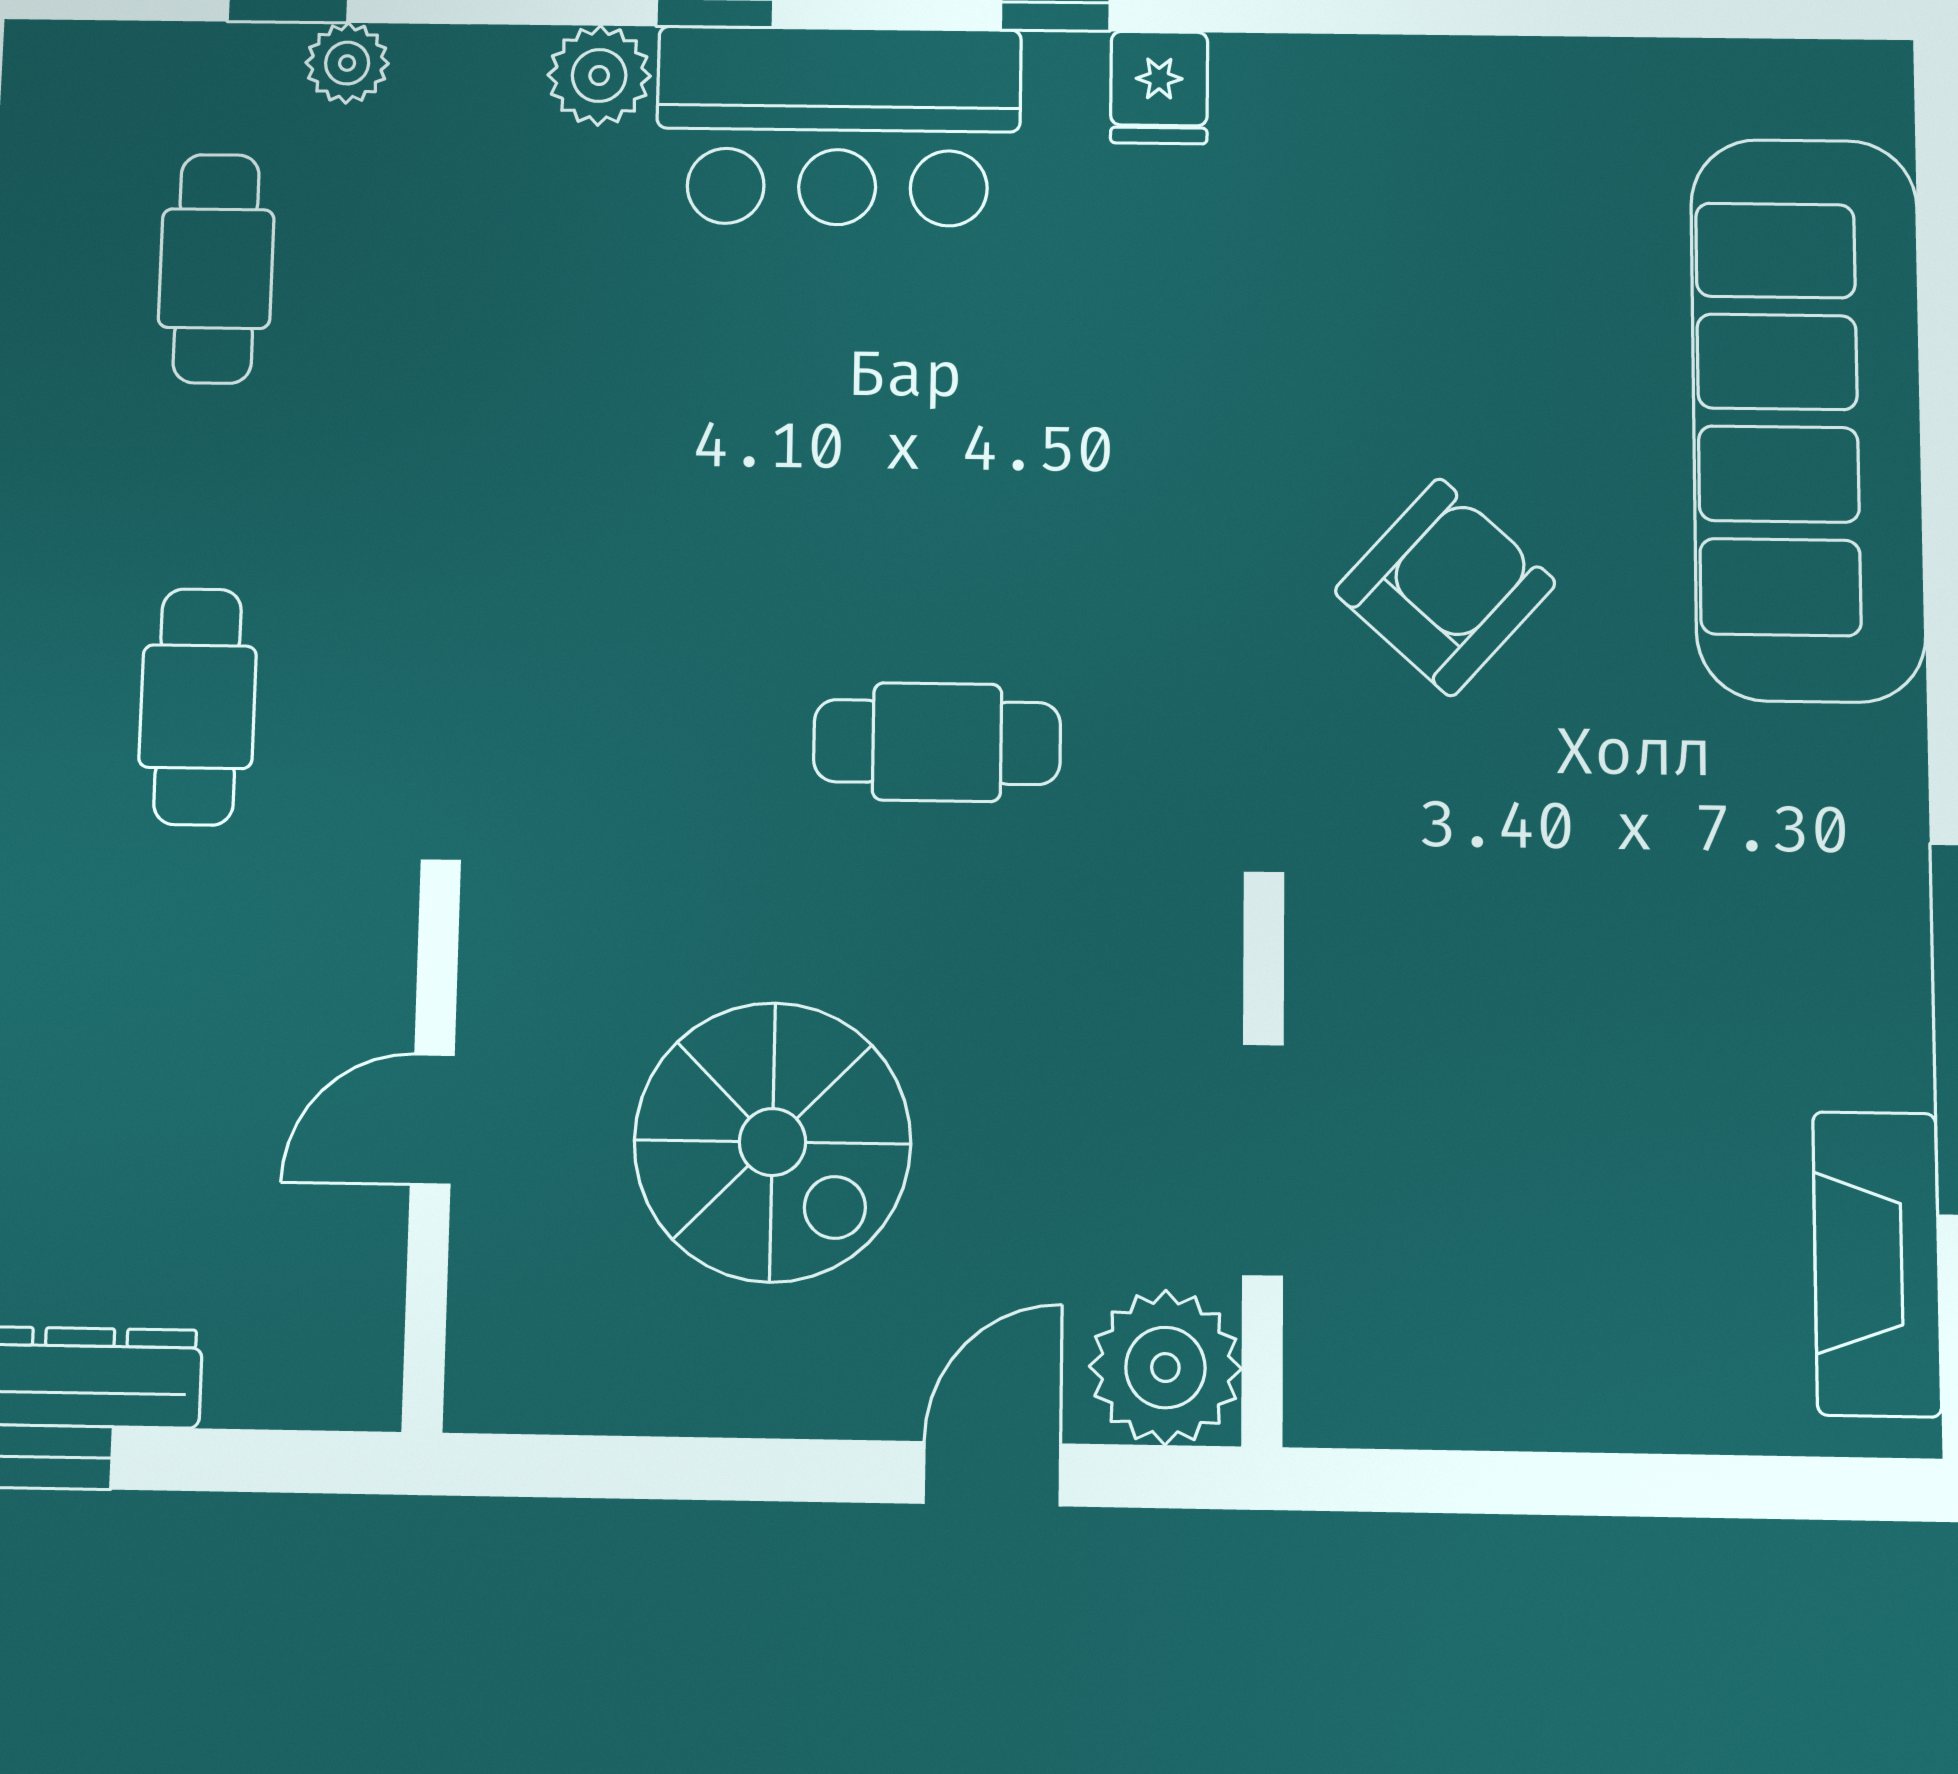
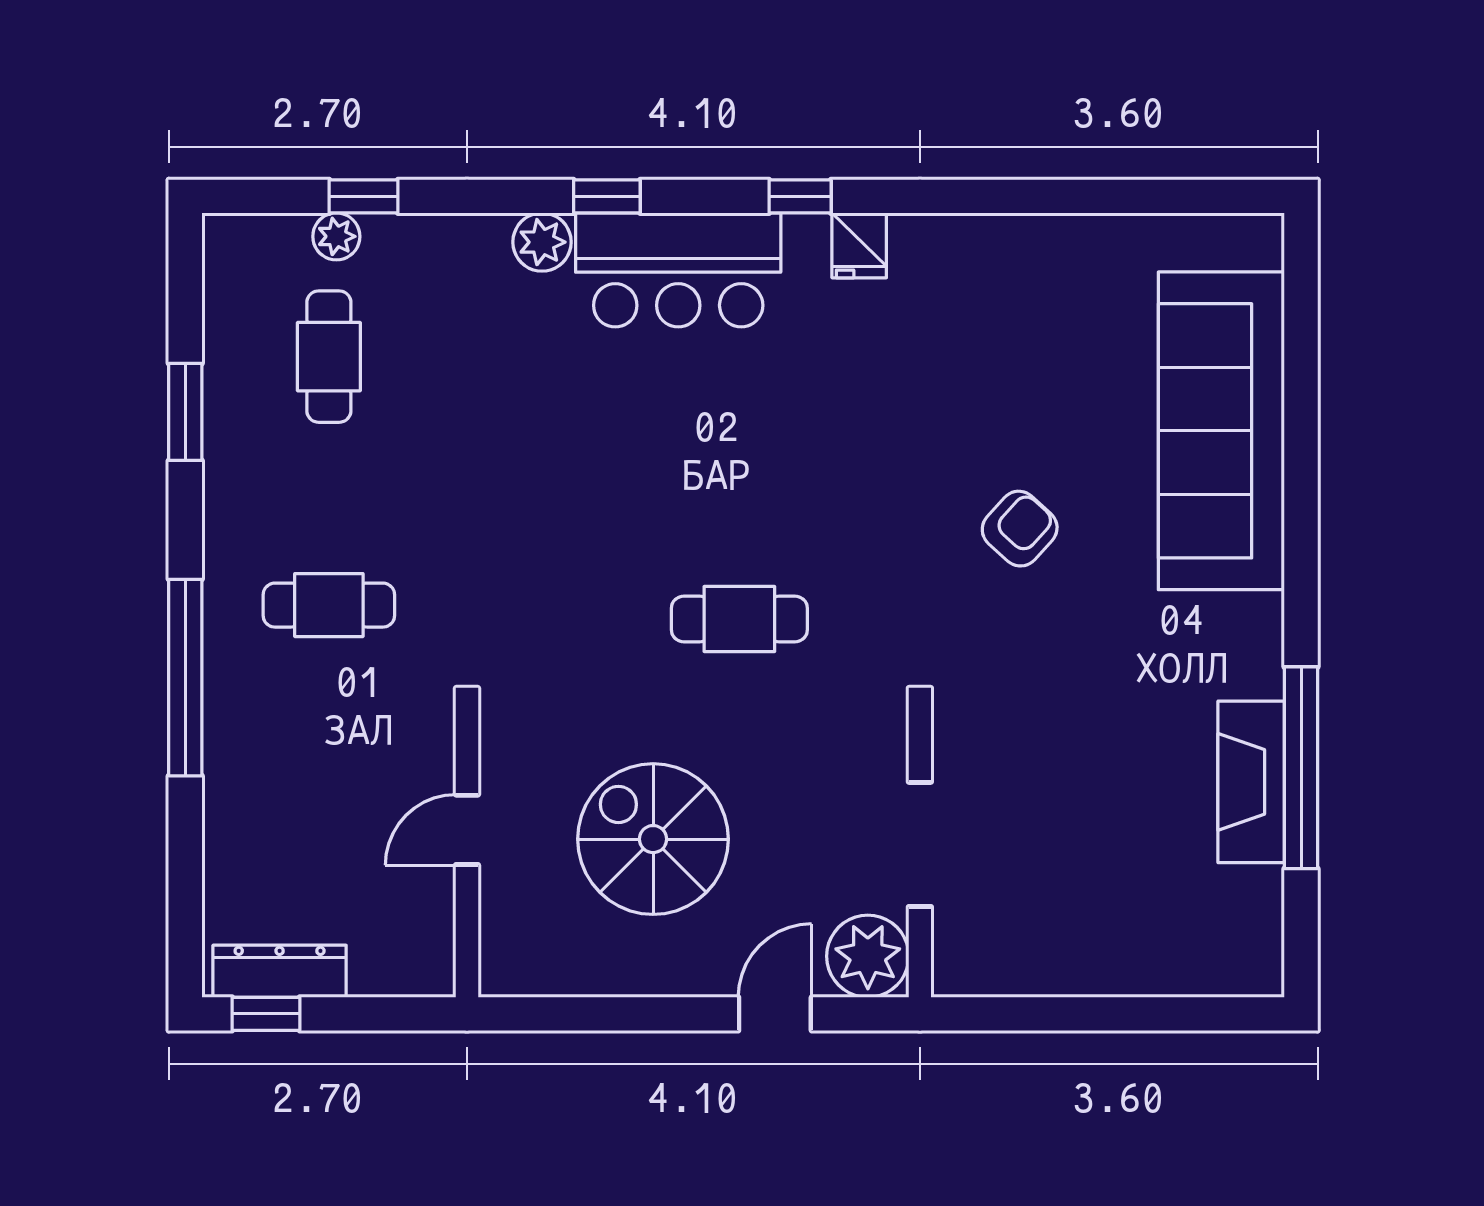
plant: (347, 63) -> (336, 236), moved
armchair: (1445, 587) -> (1020, 529), width x0.72, depth x0.72
cafe table: (198, 707) -> (329, 605), turned 90
spiral stairs: (772, 1142) -> (653, 839), turned 180
fireplace: (1877, 1264) -> (1251, 782), moved

